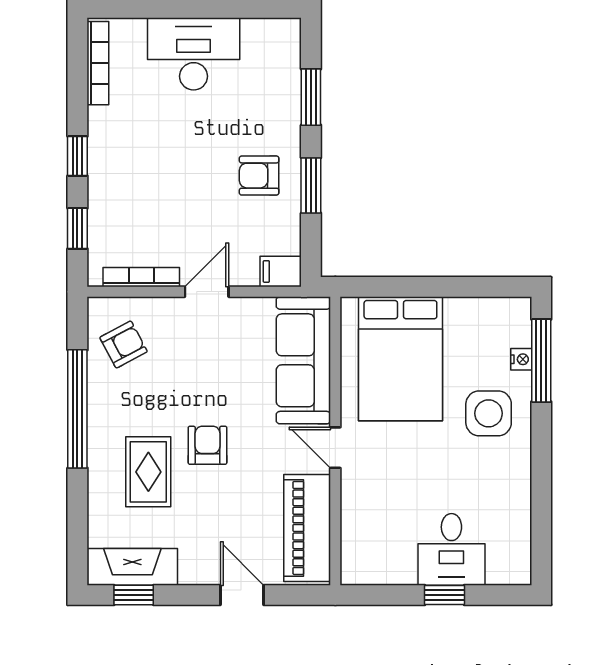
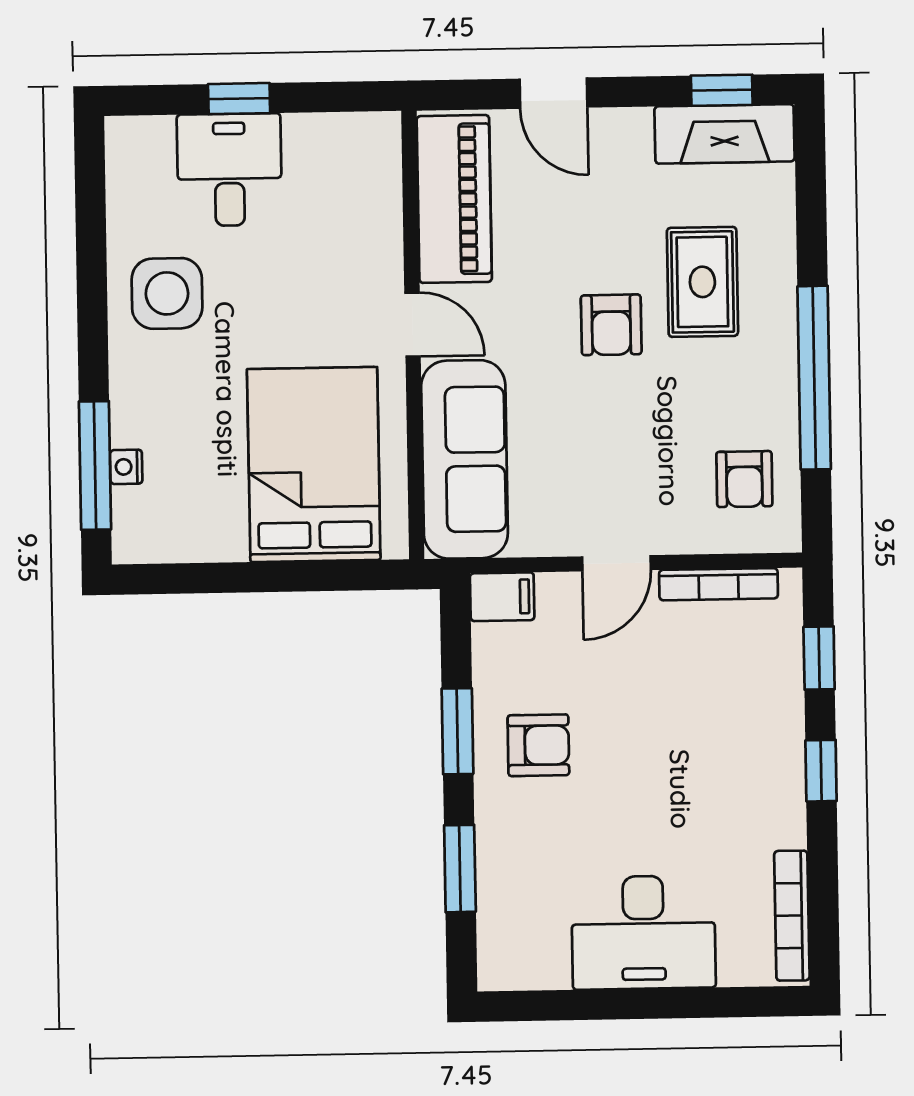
armchair: (124, 344) -> (744, 479), turned -62
side table: (489, 413) -> (167, 293), moved

